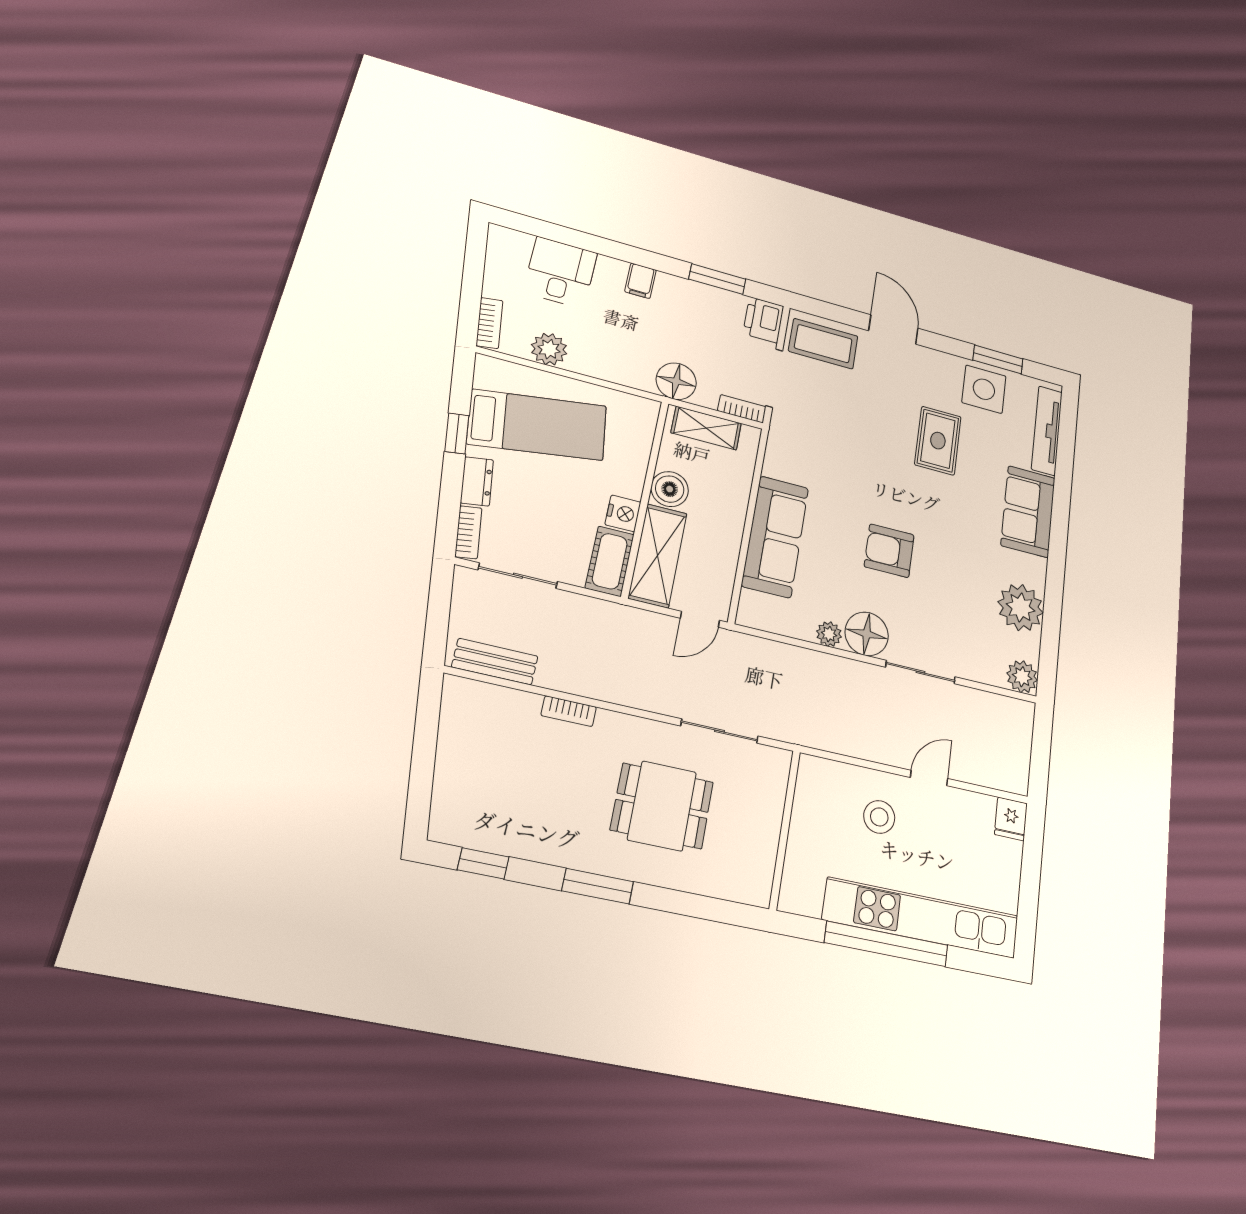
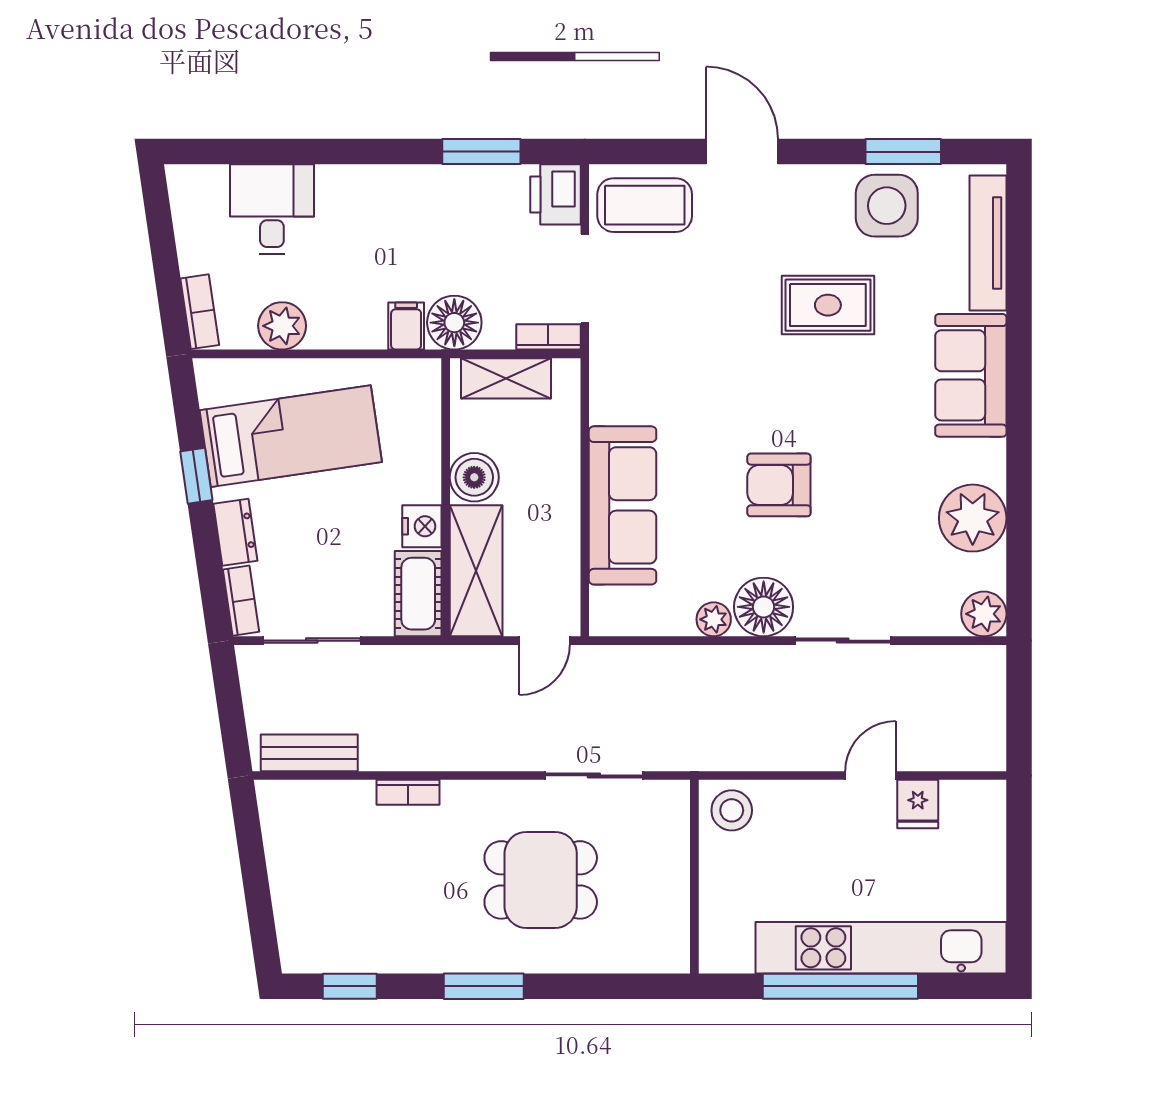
filing cabinet: (640, 281) -> (406, 326), moved, turned 180
rug: (938, 441) -> (828, 305), turned 90
stool: (879, 817) -> (732, 810), moved
fridge: (1011, 819) -> (918, 804), moved

